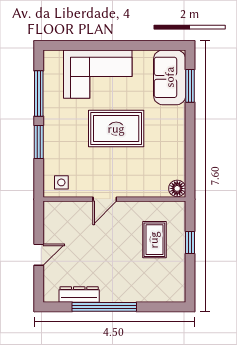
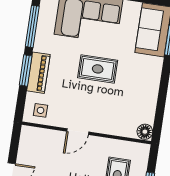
rug: (116, 129) -> (98, 69), width x0.73, depth x0.70
piano: (53, 142) -> (38, 73), added

